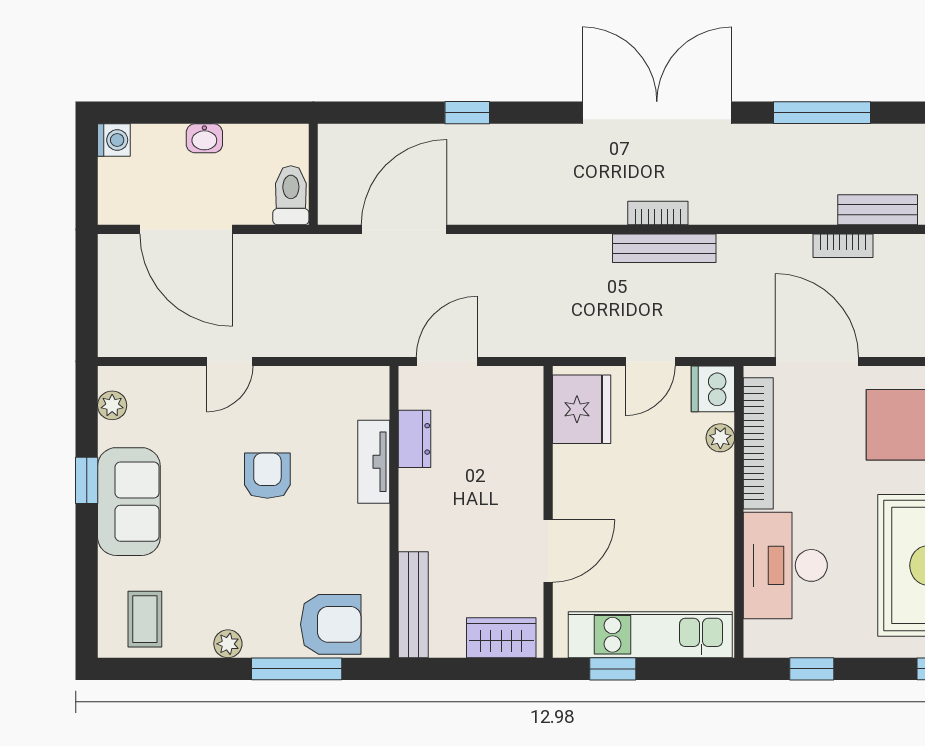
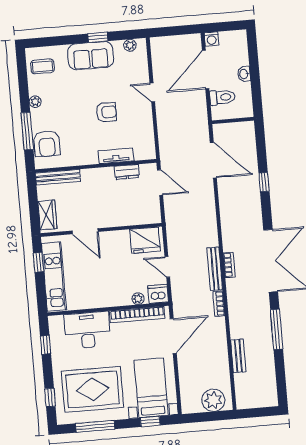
washing machine: (114, 140) -> (212, 39), moved
toilet: (291, 195) -> (222, 97), moved
bookcase: (843, 246) -> (219, 304), moved

